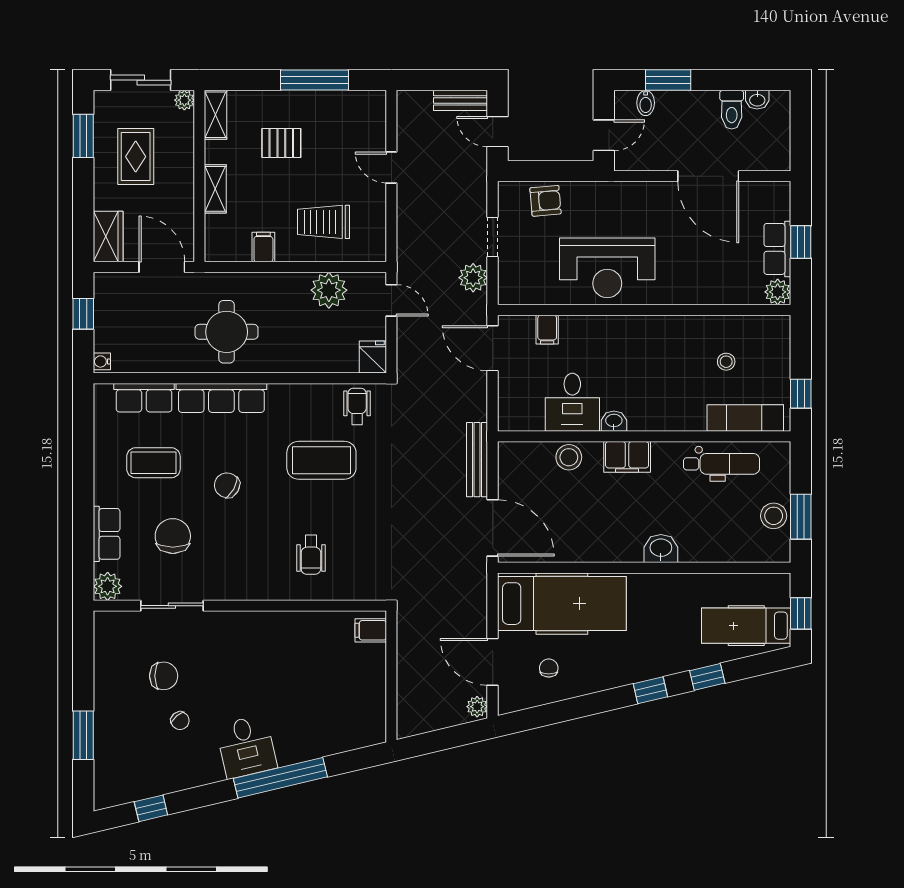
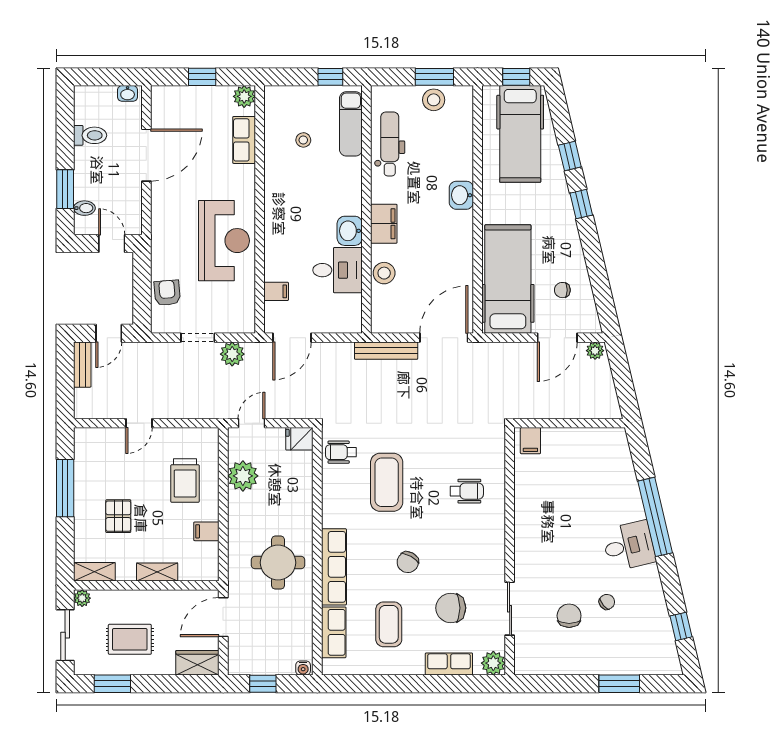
washbasin: (757, 100) -> (128, 93), moved, turned 90
row of seats: (777, 249) -> (244, 140), moved, turned 90
washbasin: (614, 421) -> (350, 231), width x1.38, depth x1.45
hospital bed: (746, 626) -> (520, 134), width x1.37, depth x1.29

